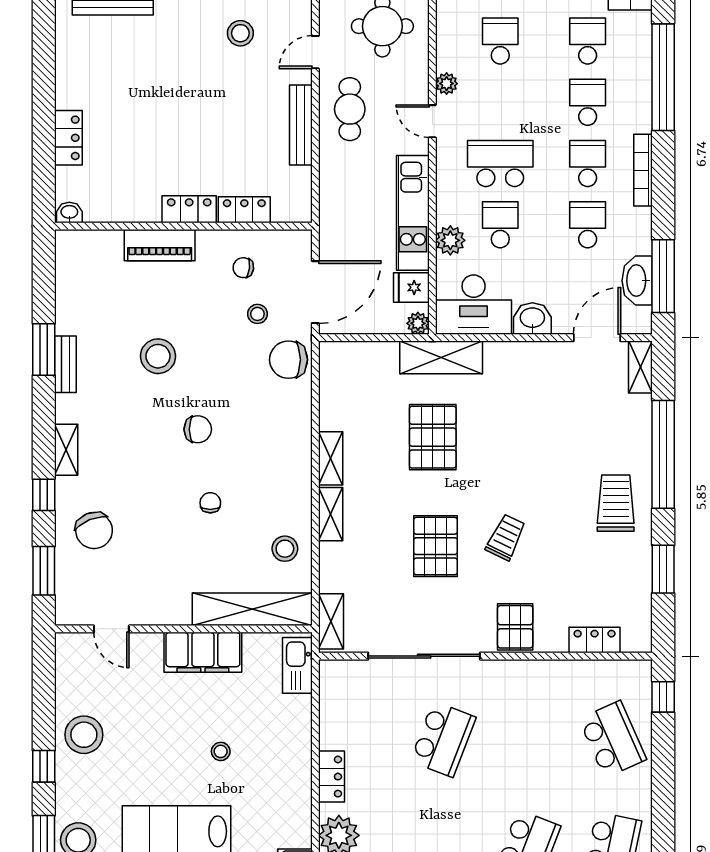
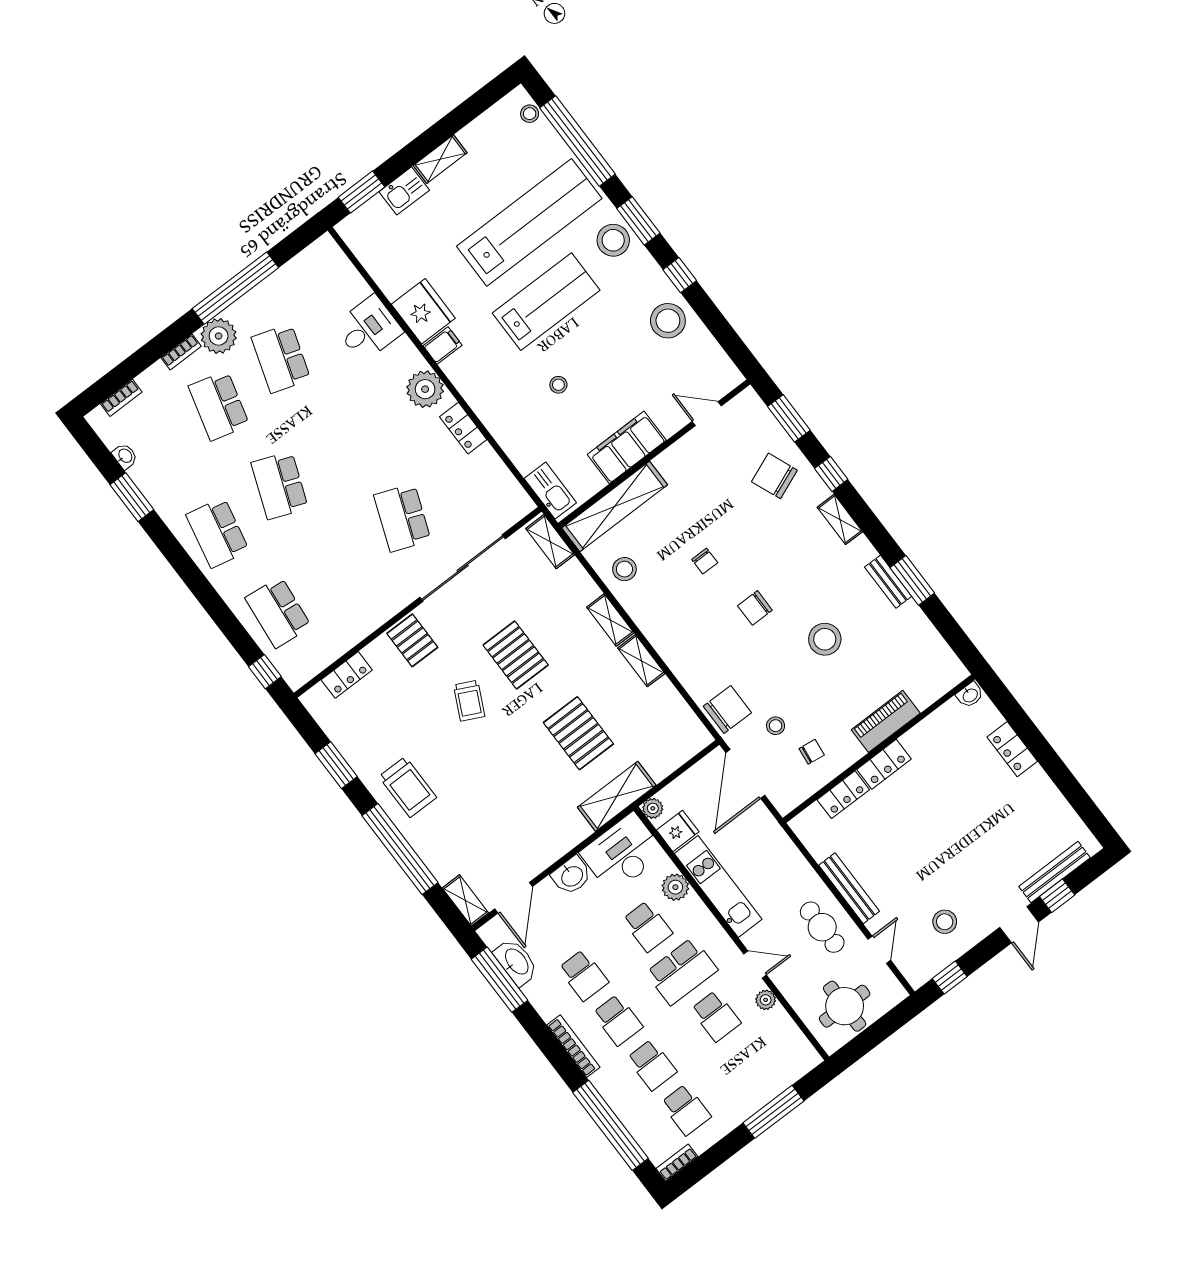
school desk: (500, 41) -> (716, 1016), moved
school desk: (612, 739) -> (278, 612), turned 30

